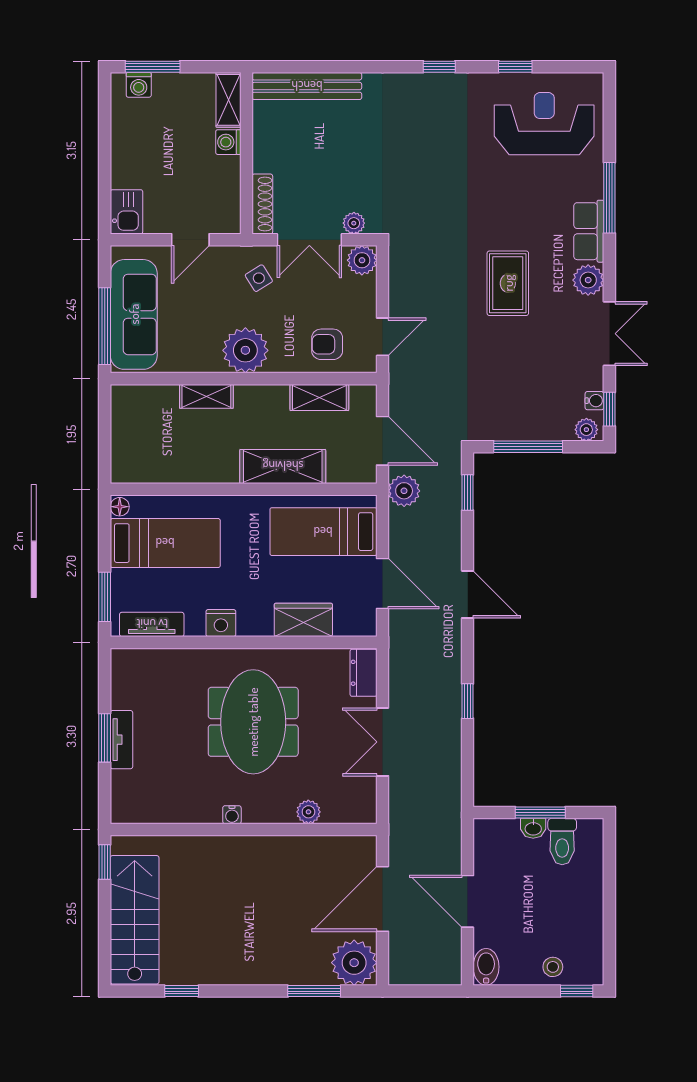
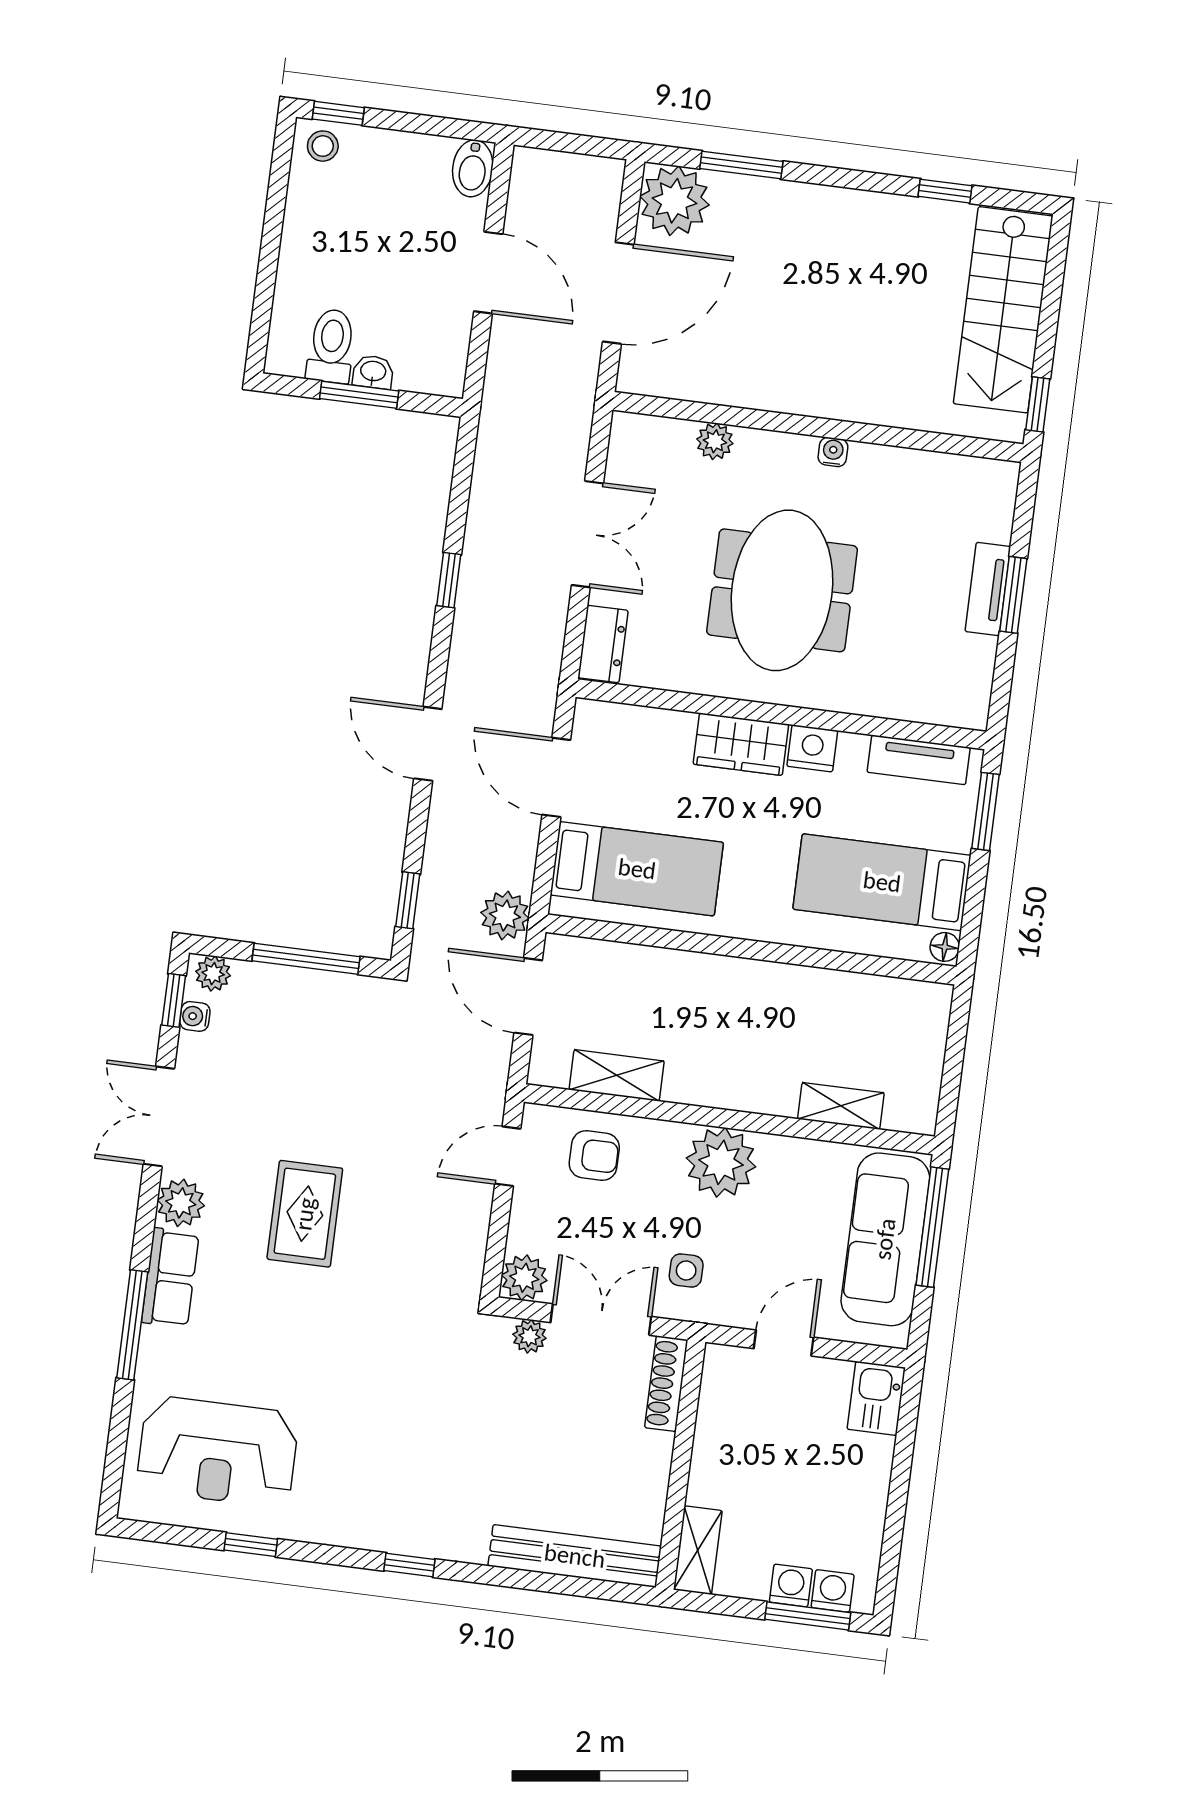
window: (439, 67) -> (409, 1565), moved
washing machine: (228, 142) -> (791, 1585), moved, turned -90
side table: (259, 278) -> (686, 1271), turned 32
shelving: (206, 396) -> (841, 1106), moved
shelving: (283, 466) -> (686, 977), removed
wardrobe: (303, 620) -> (741, 744), moved
stool: (553, 967) -> (323, 146), moved

